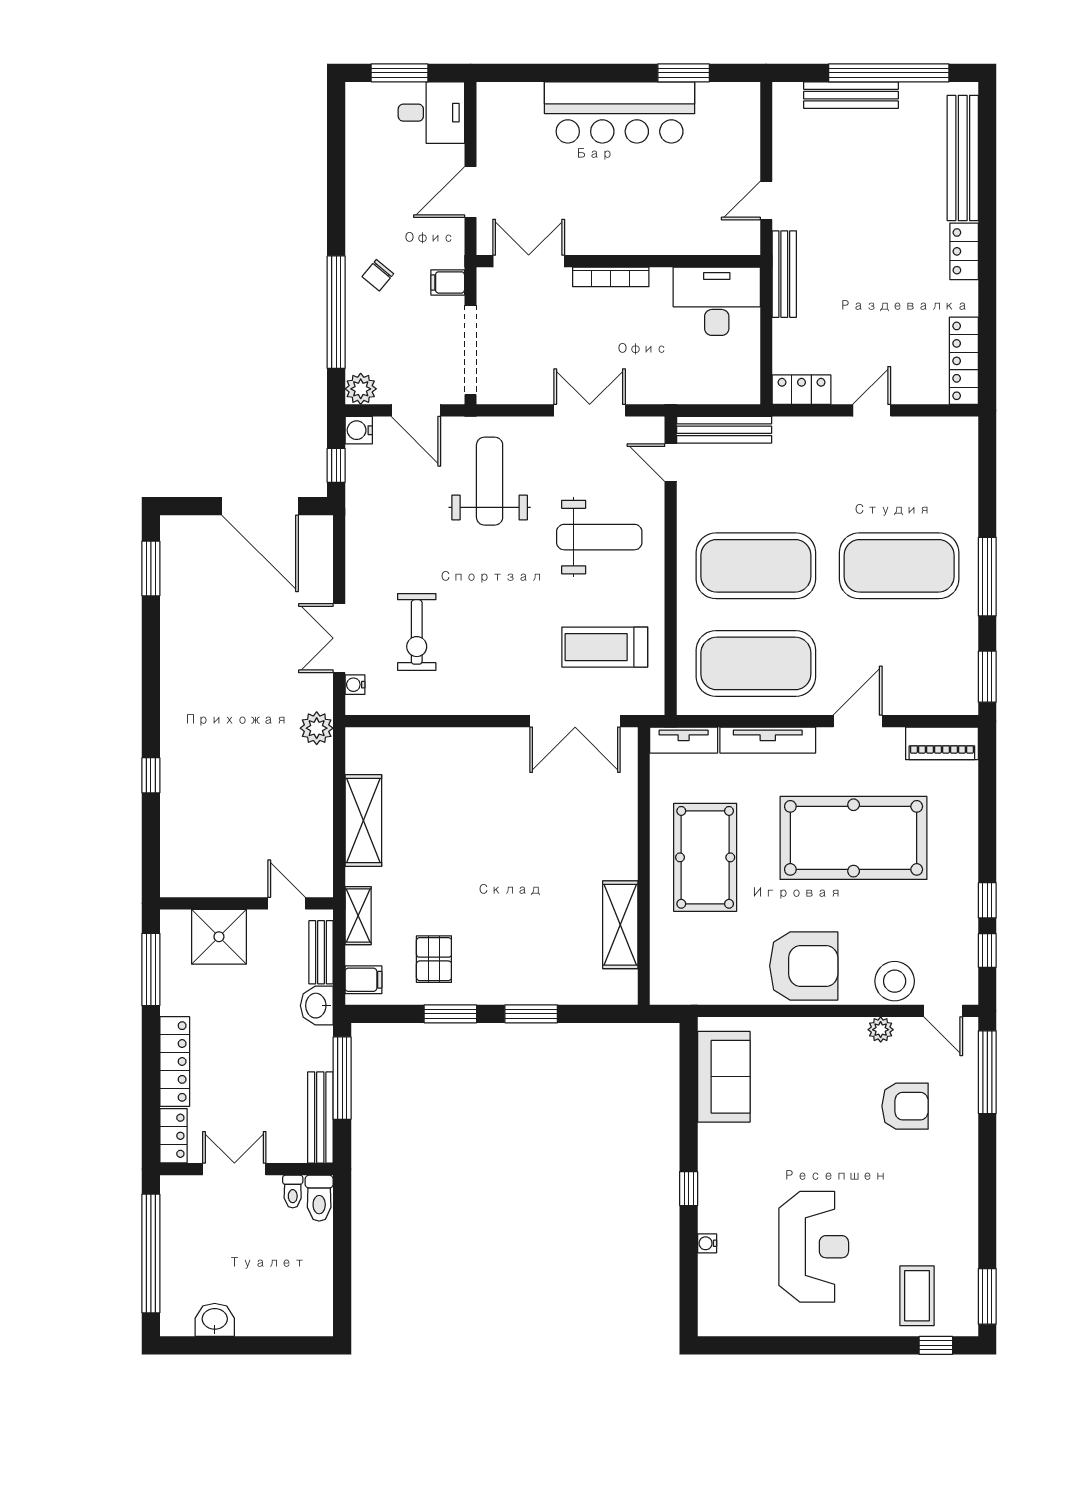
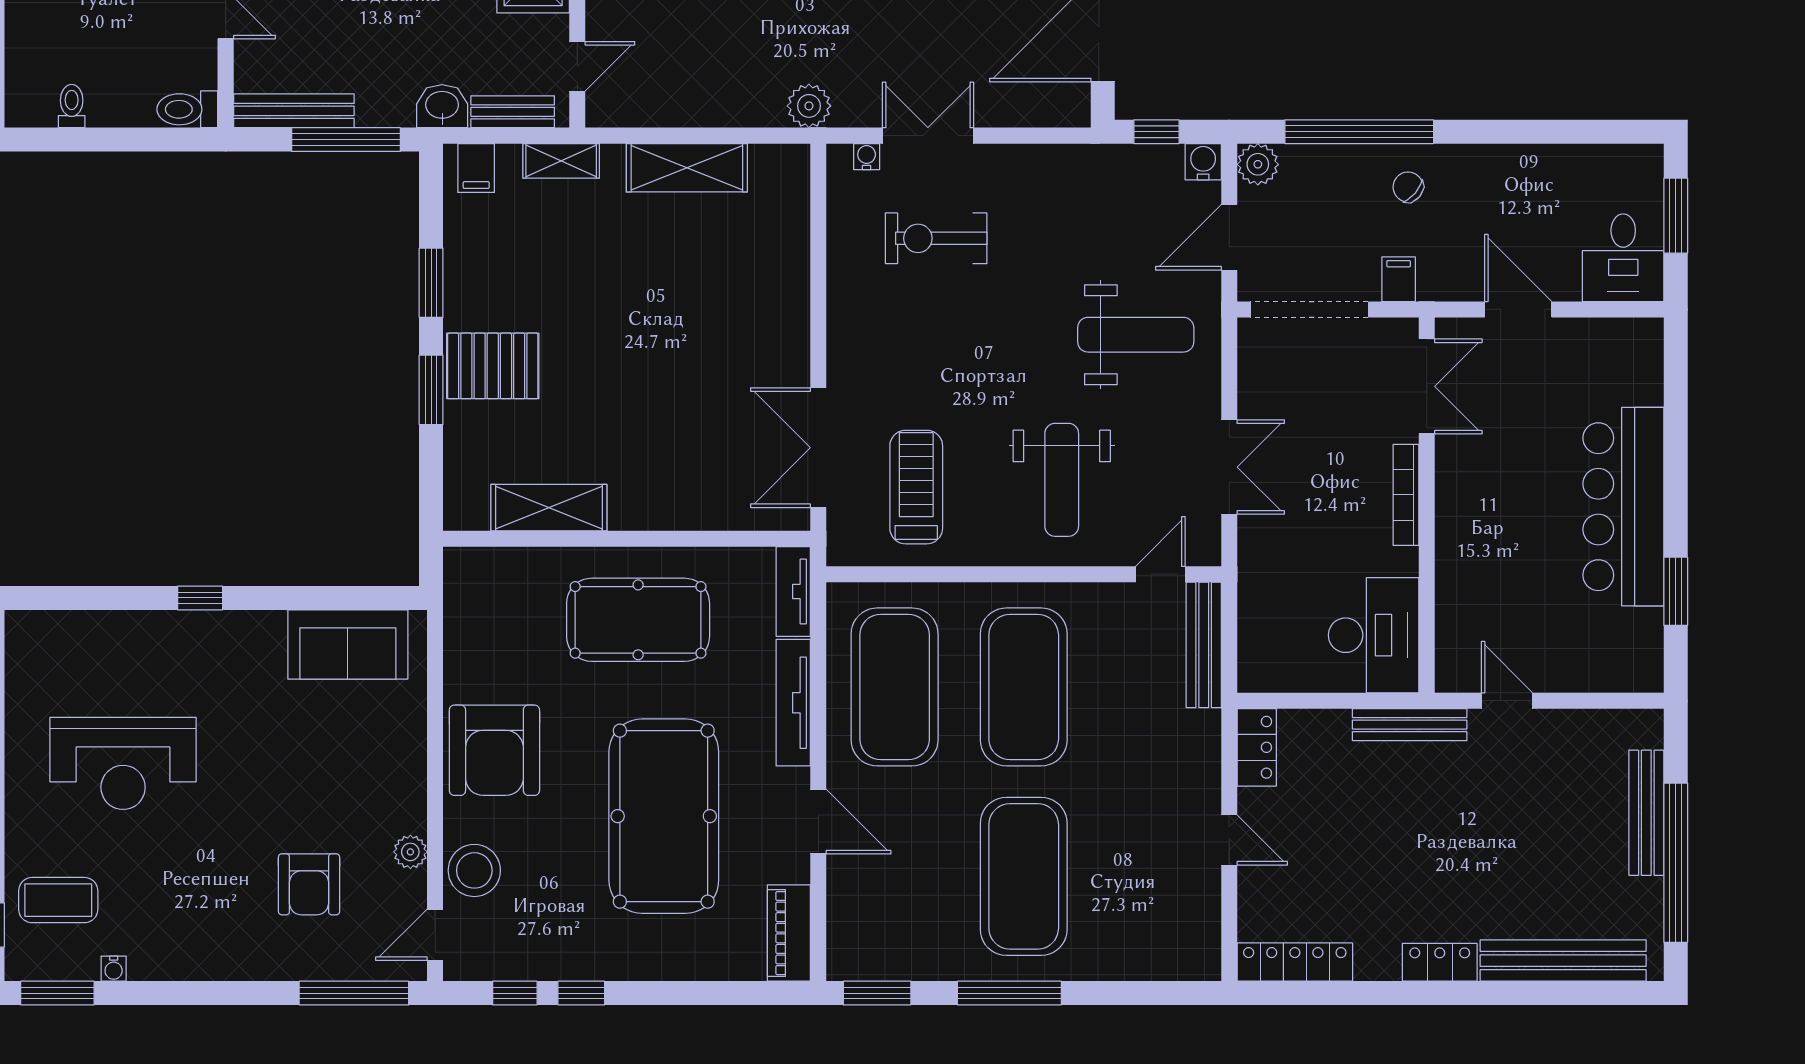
pallet: (434, 959) -> (493, 366), moved, width x1.50, depth x1.42
toilet: (293, 1192) -> (72, 106), moved, turned 90
water cooler: (707, 1243) -> (114, 969), moved, turned 180

